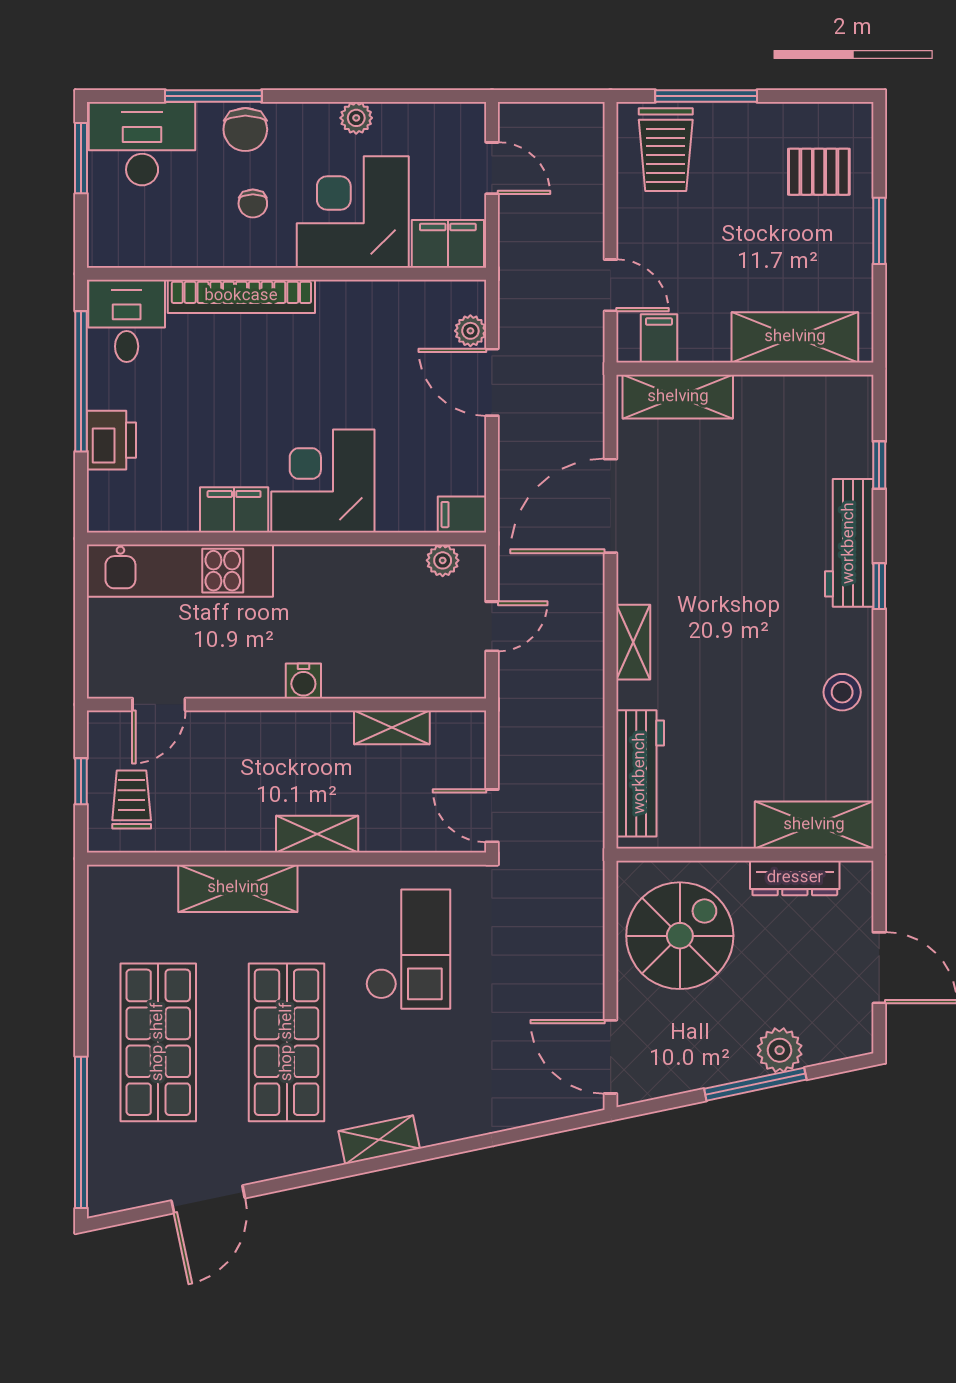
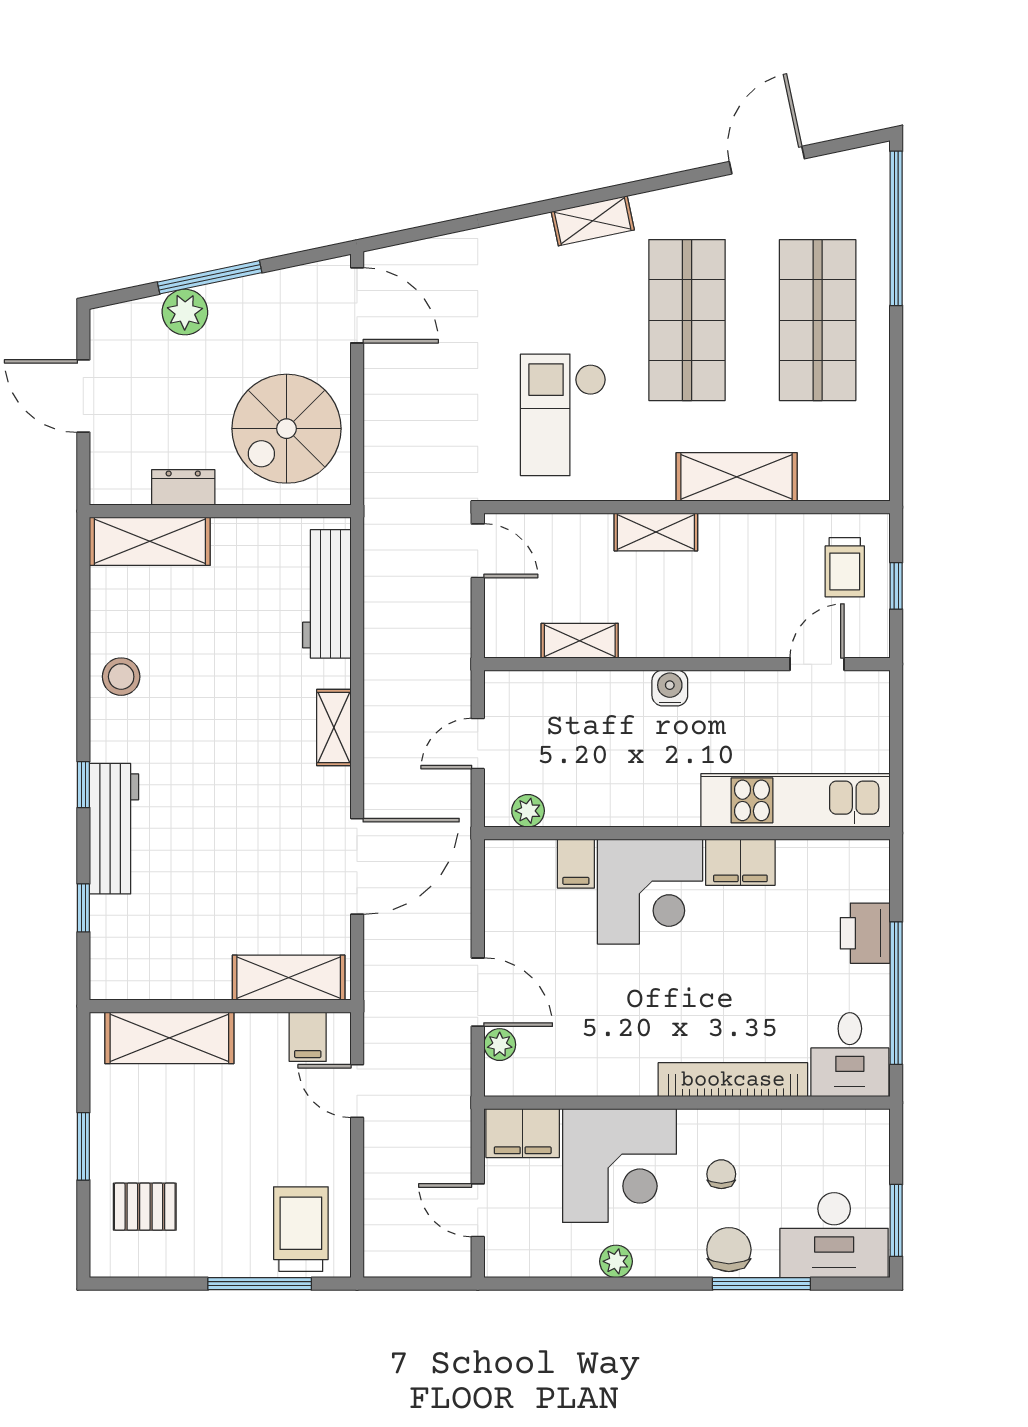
filing cabinet: (462, 515) -> (576, 864), moved, turned 90
dresser: (795, 878) -> (183, 487), width x0.70

